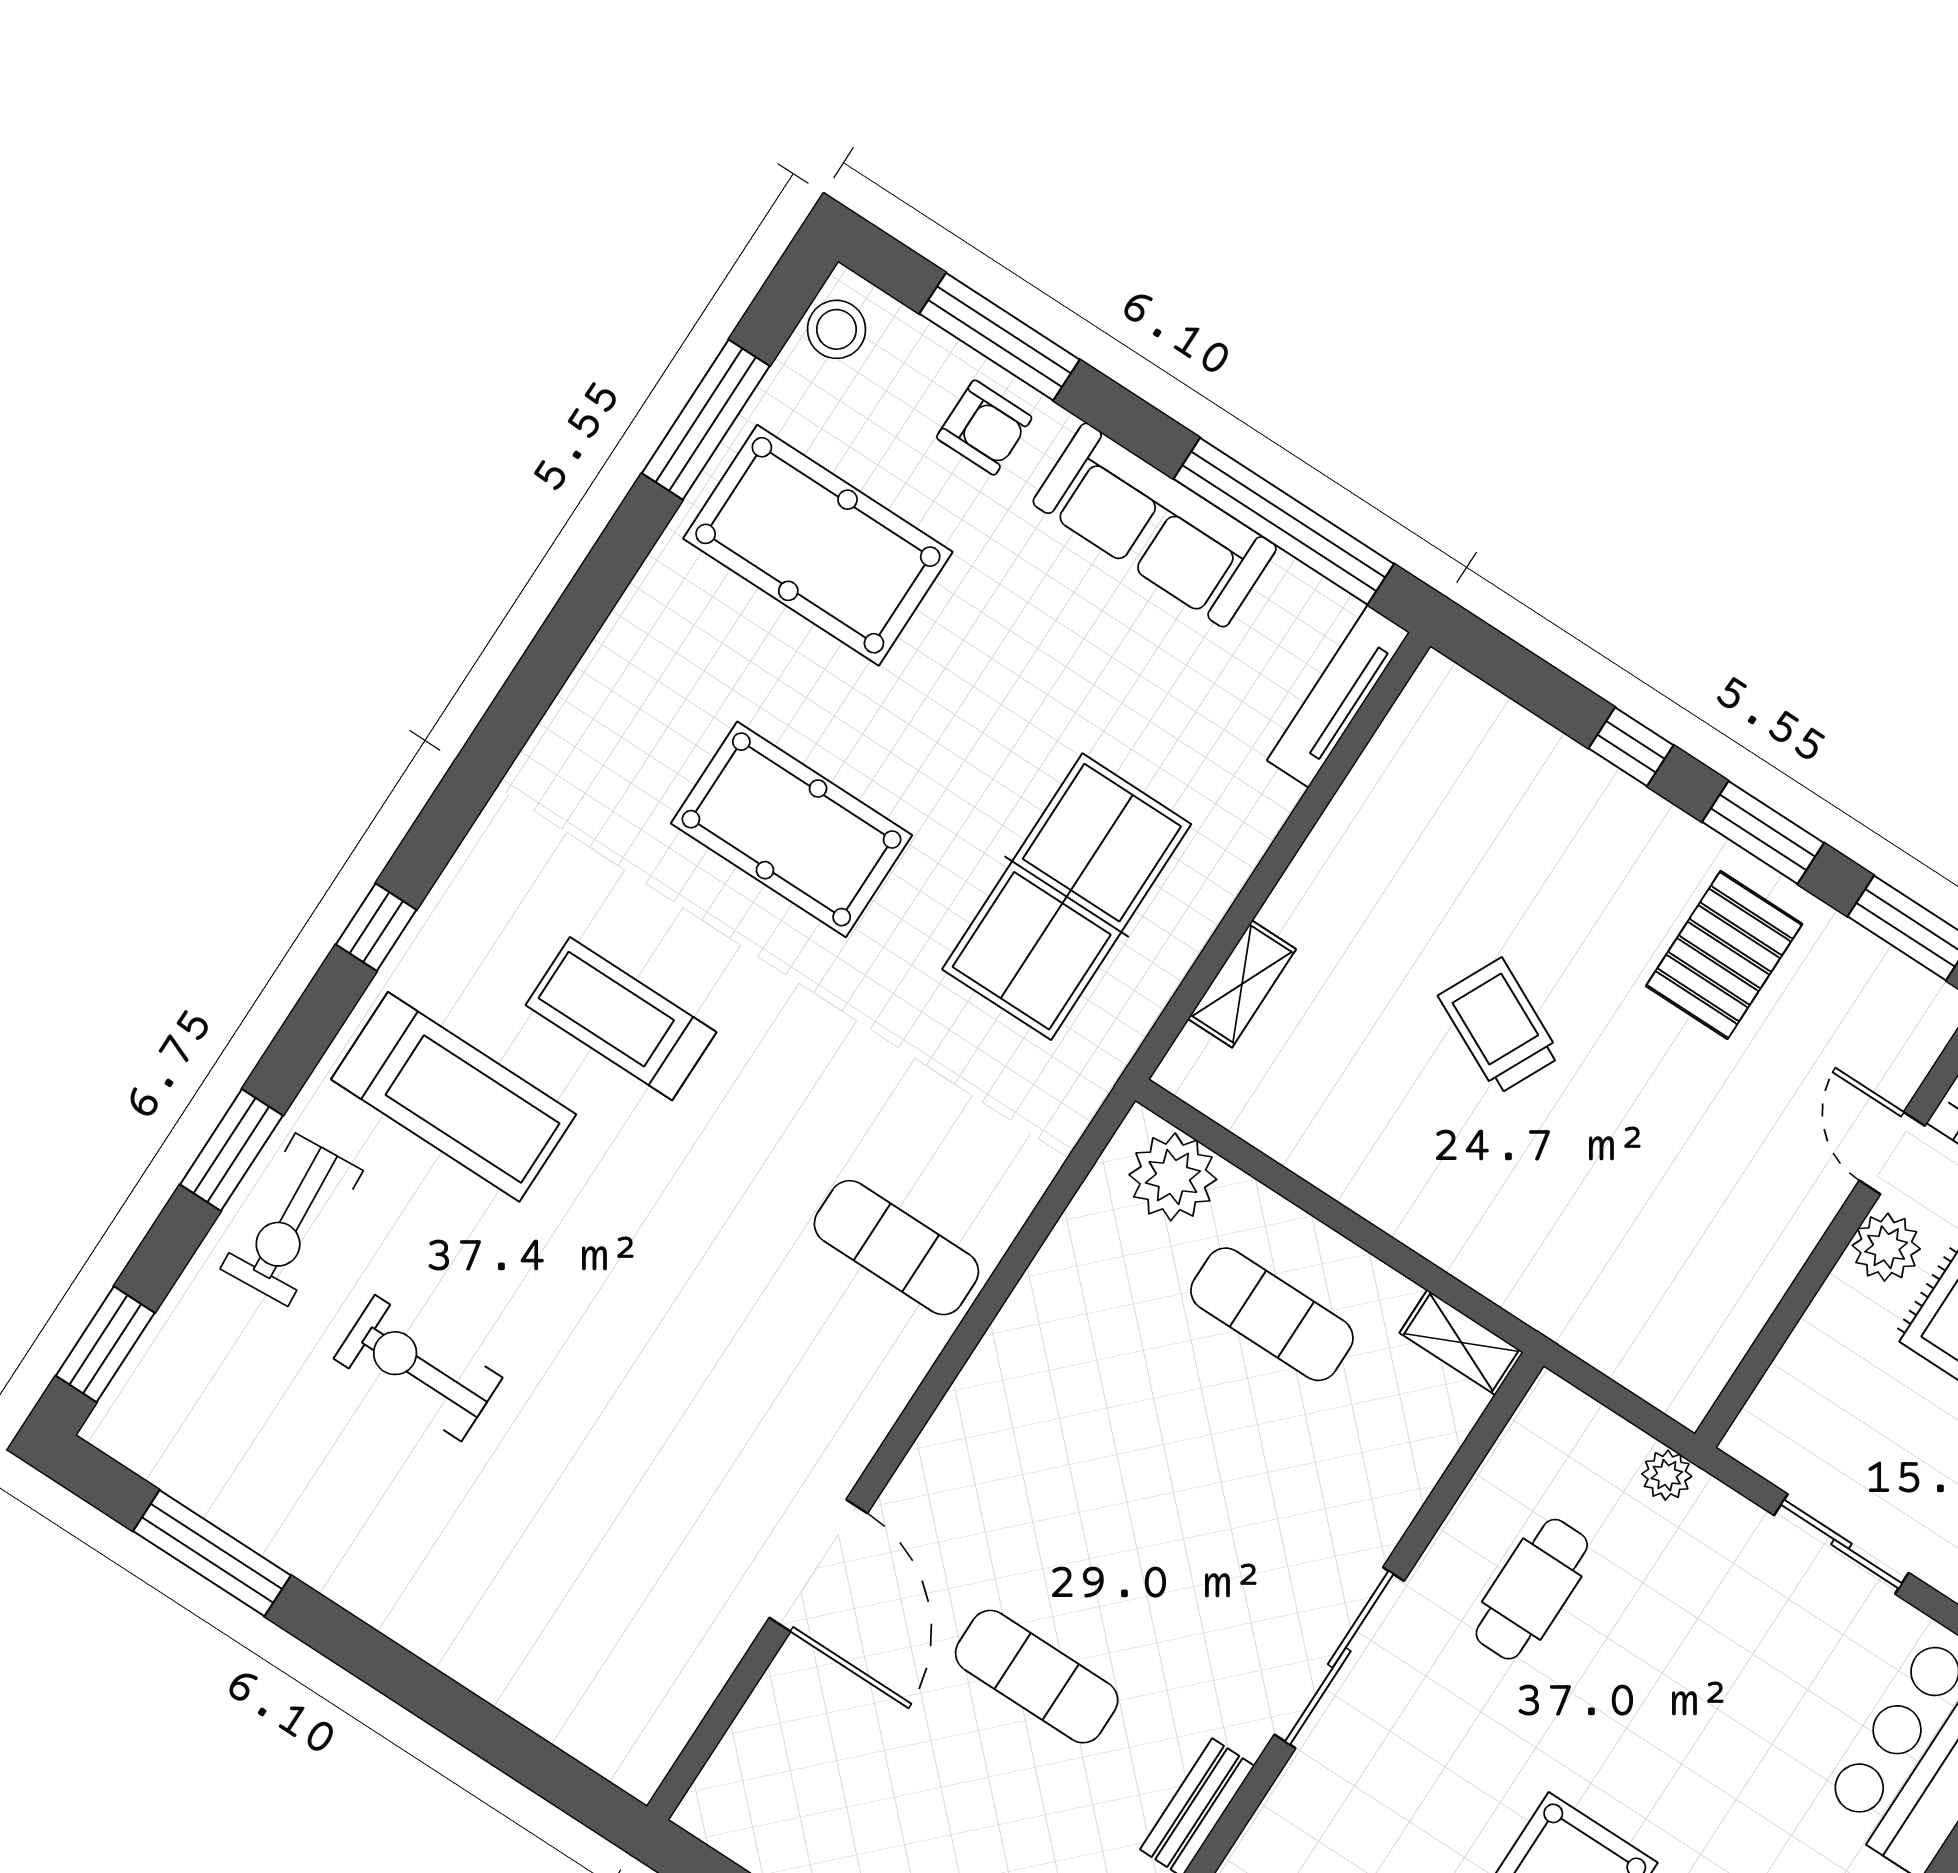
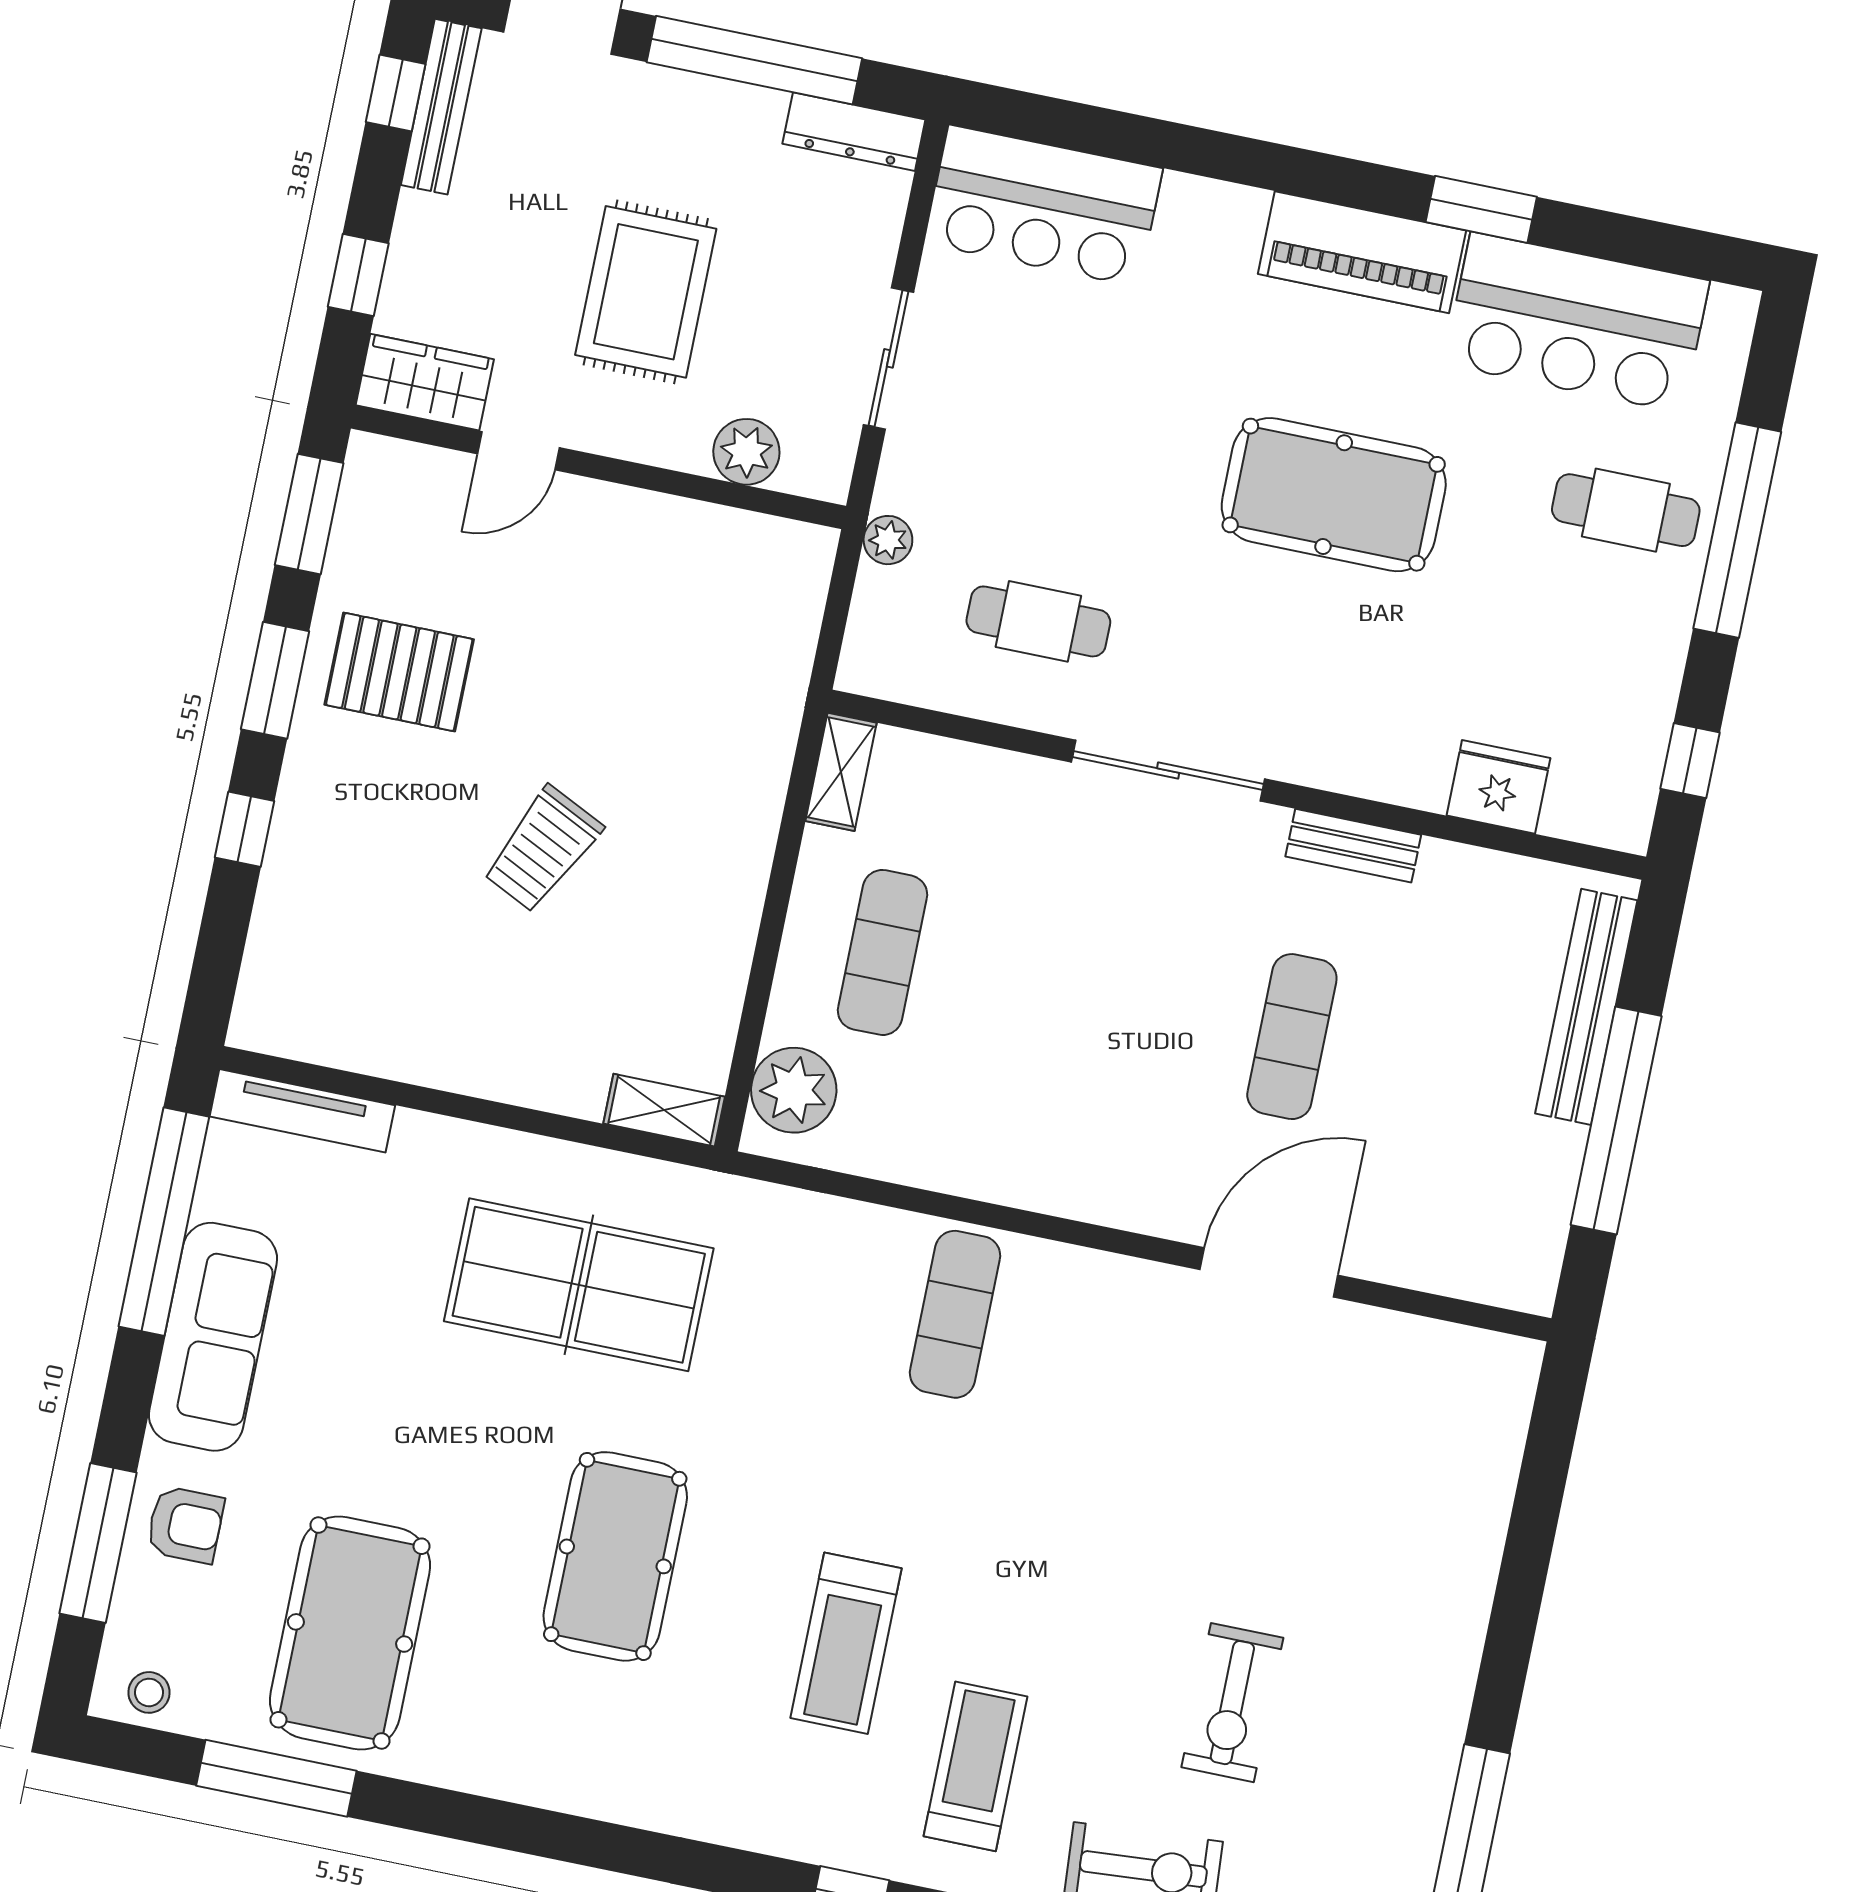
stool: (837, 329) -> (149, 1692), width x0.73, depth x0.73
armchair: (984, 428) -> (185, 1525), turned 90
shelving: (1242, 984) -> (664, 1110), moved
treadmill: (454, 1097) -> (975, 1766), width x0.73, depth x0.73
plant: (1886, 1247) -> (746, 452), moved

